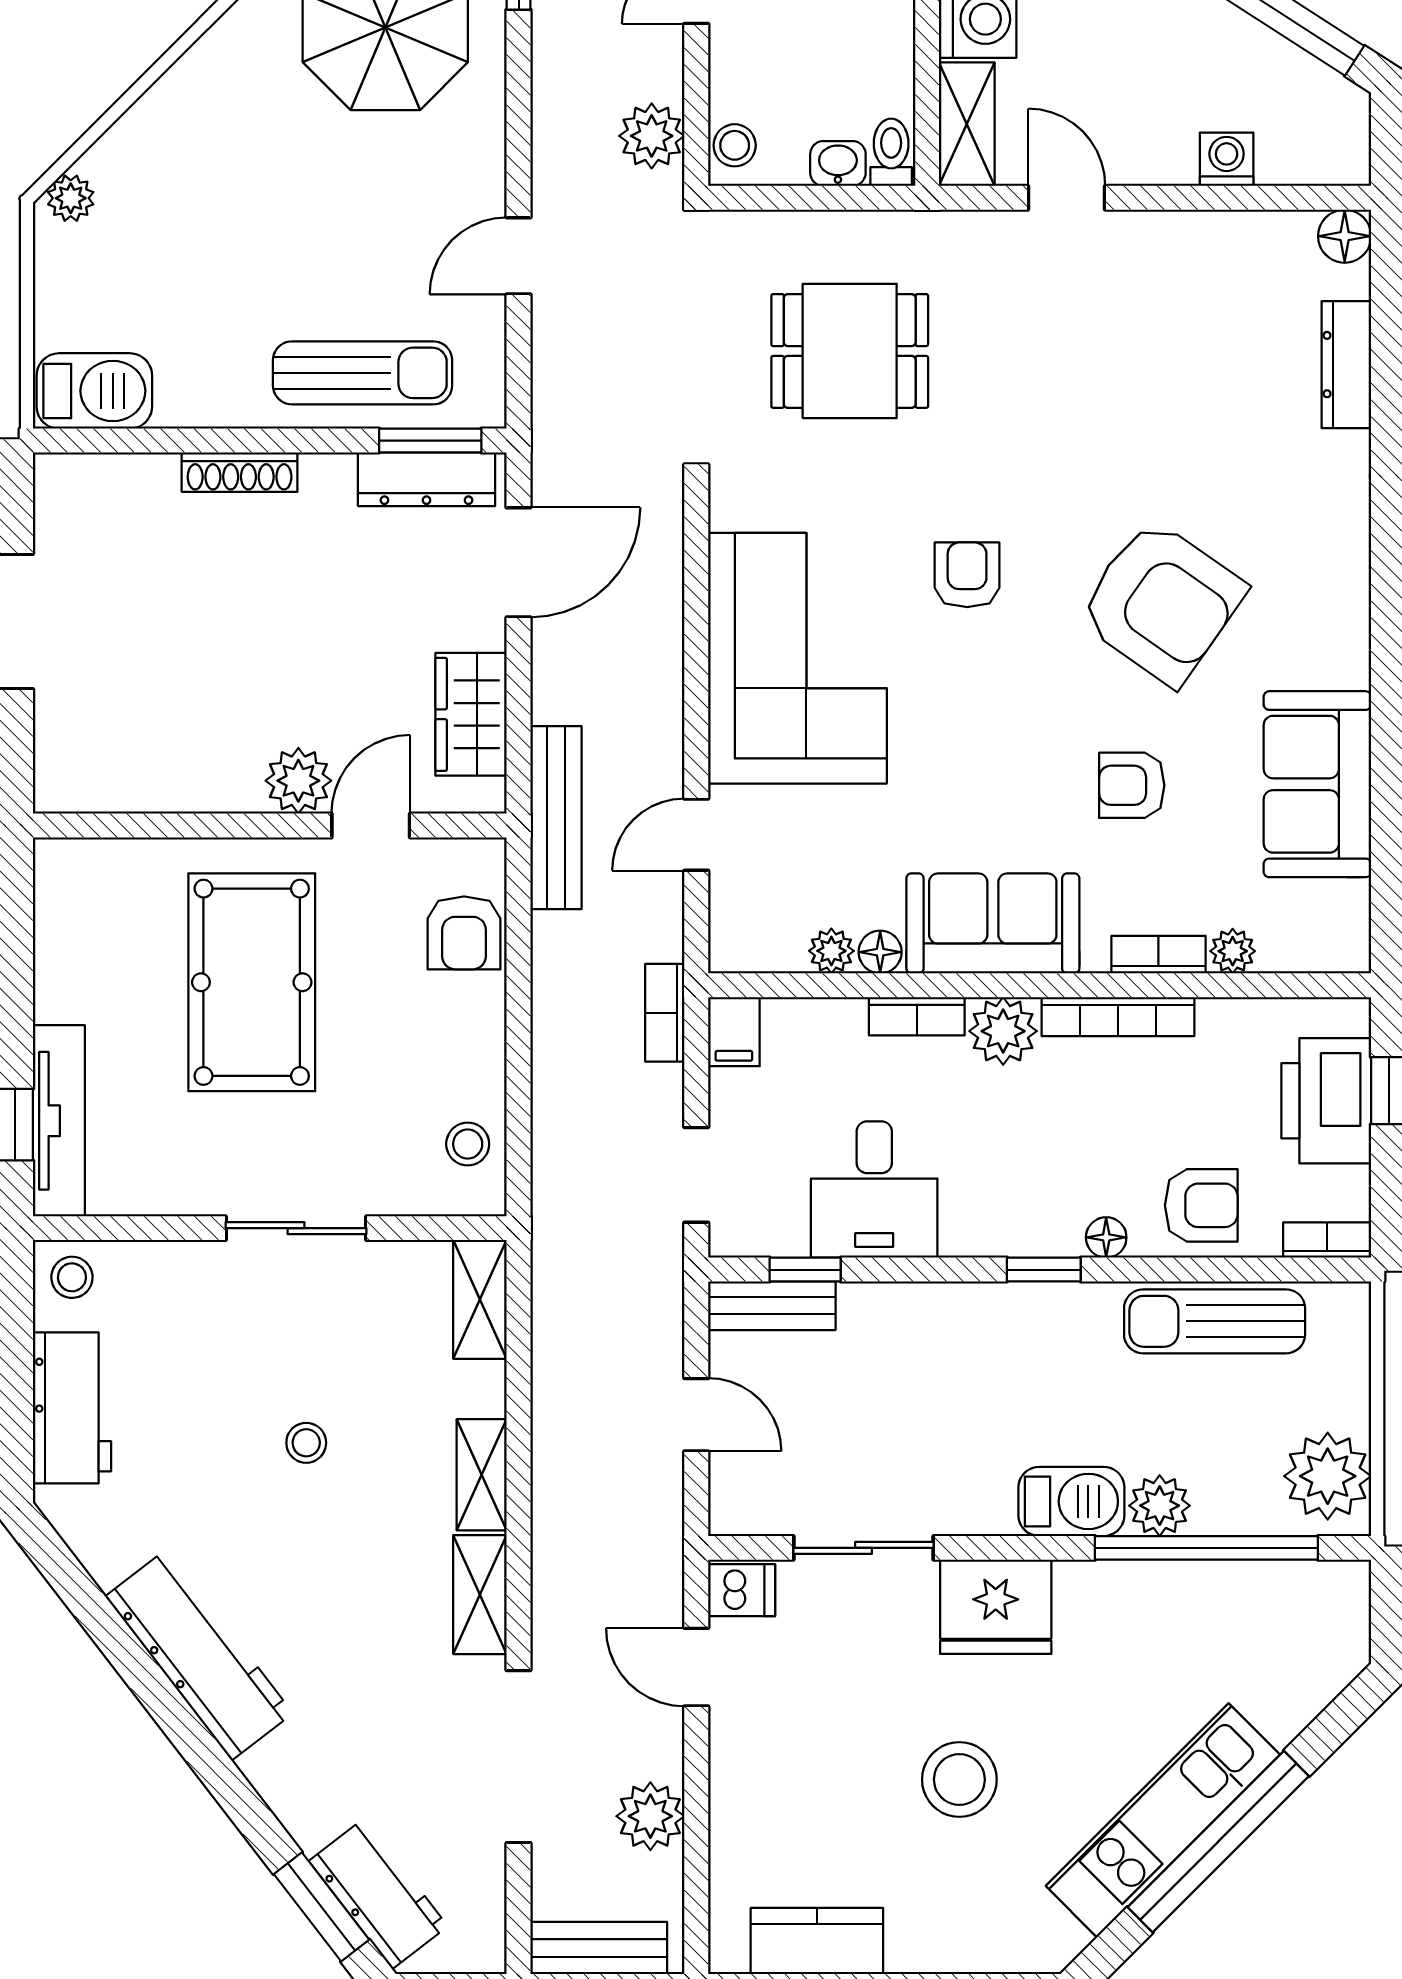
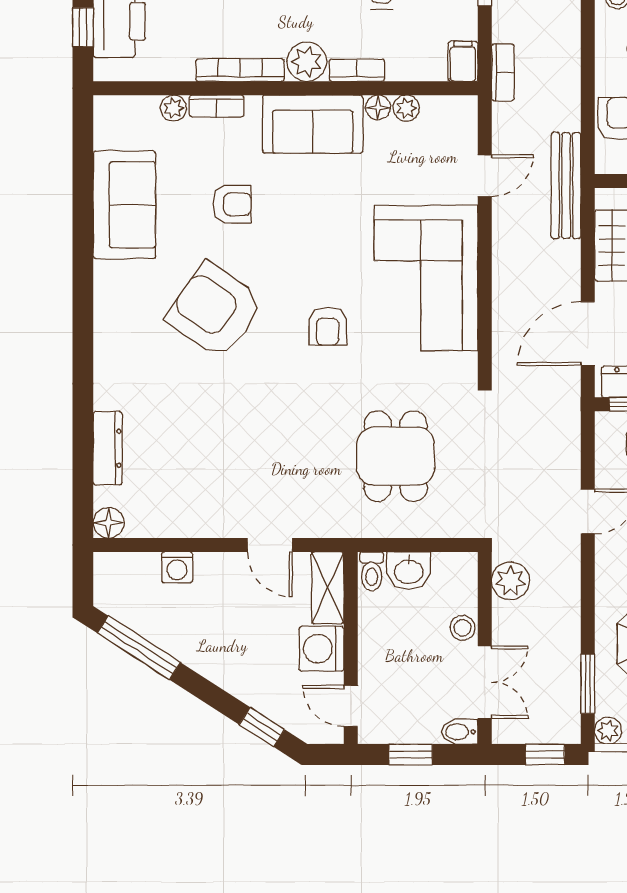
stool: (735, 145) -> (463, 628), moved
washbasin: (838, 164) -> (409, 571), width x1.38, depth x1.45
dining table: (850, 351) -> (396, 456), turned 90

